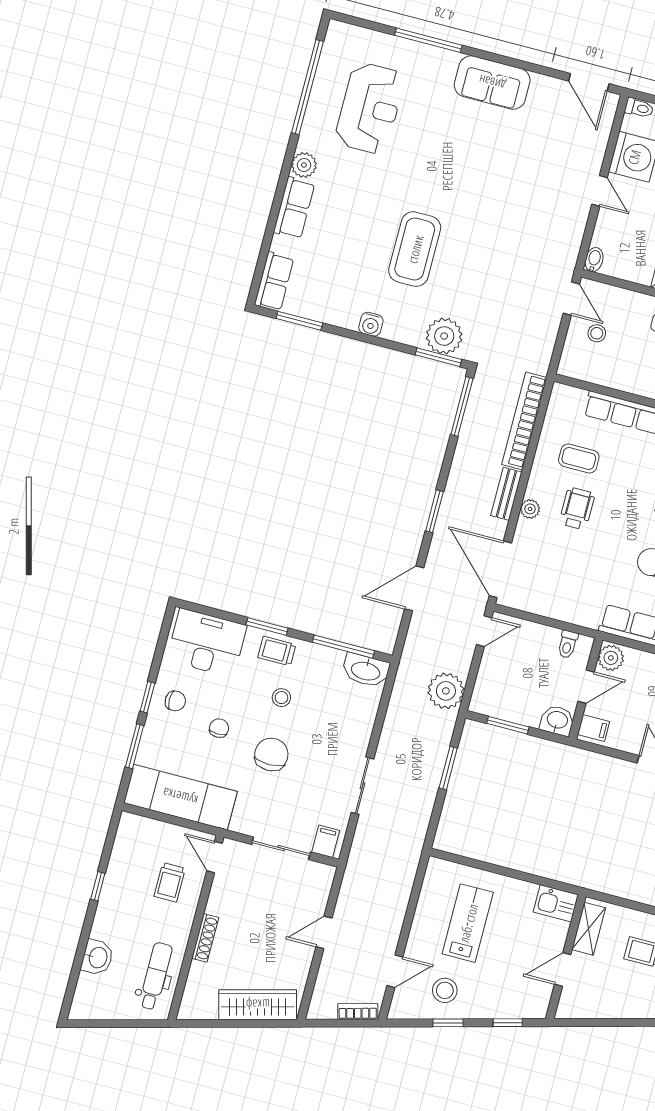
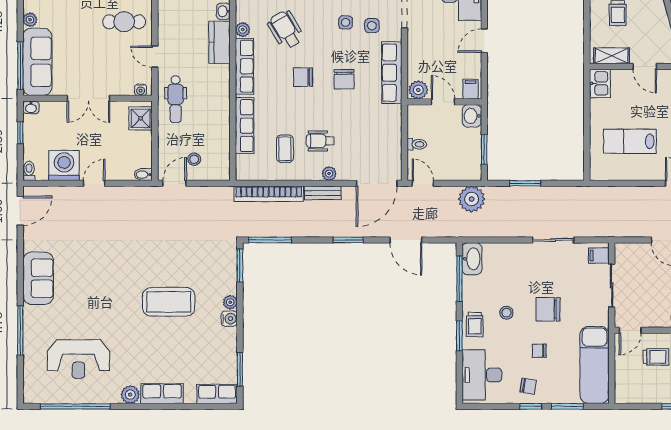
reception desk: (370, 108) -> (78, 359), turned 180
plant: (444, 336) -> (230, 302), moved, width x0.53, depth x0.53
toilet: (568, 644) -> (417, 144), moved
chair: (175, 701) -> (528, 386), turned 100

